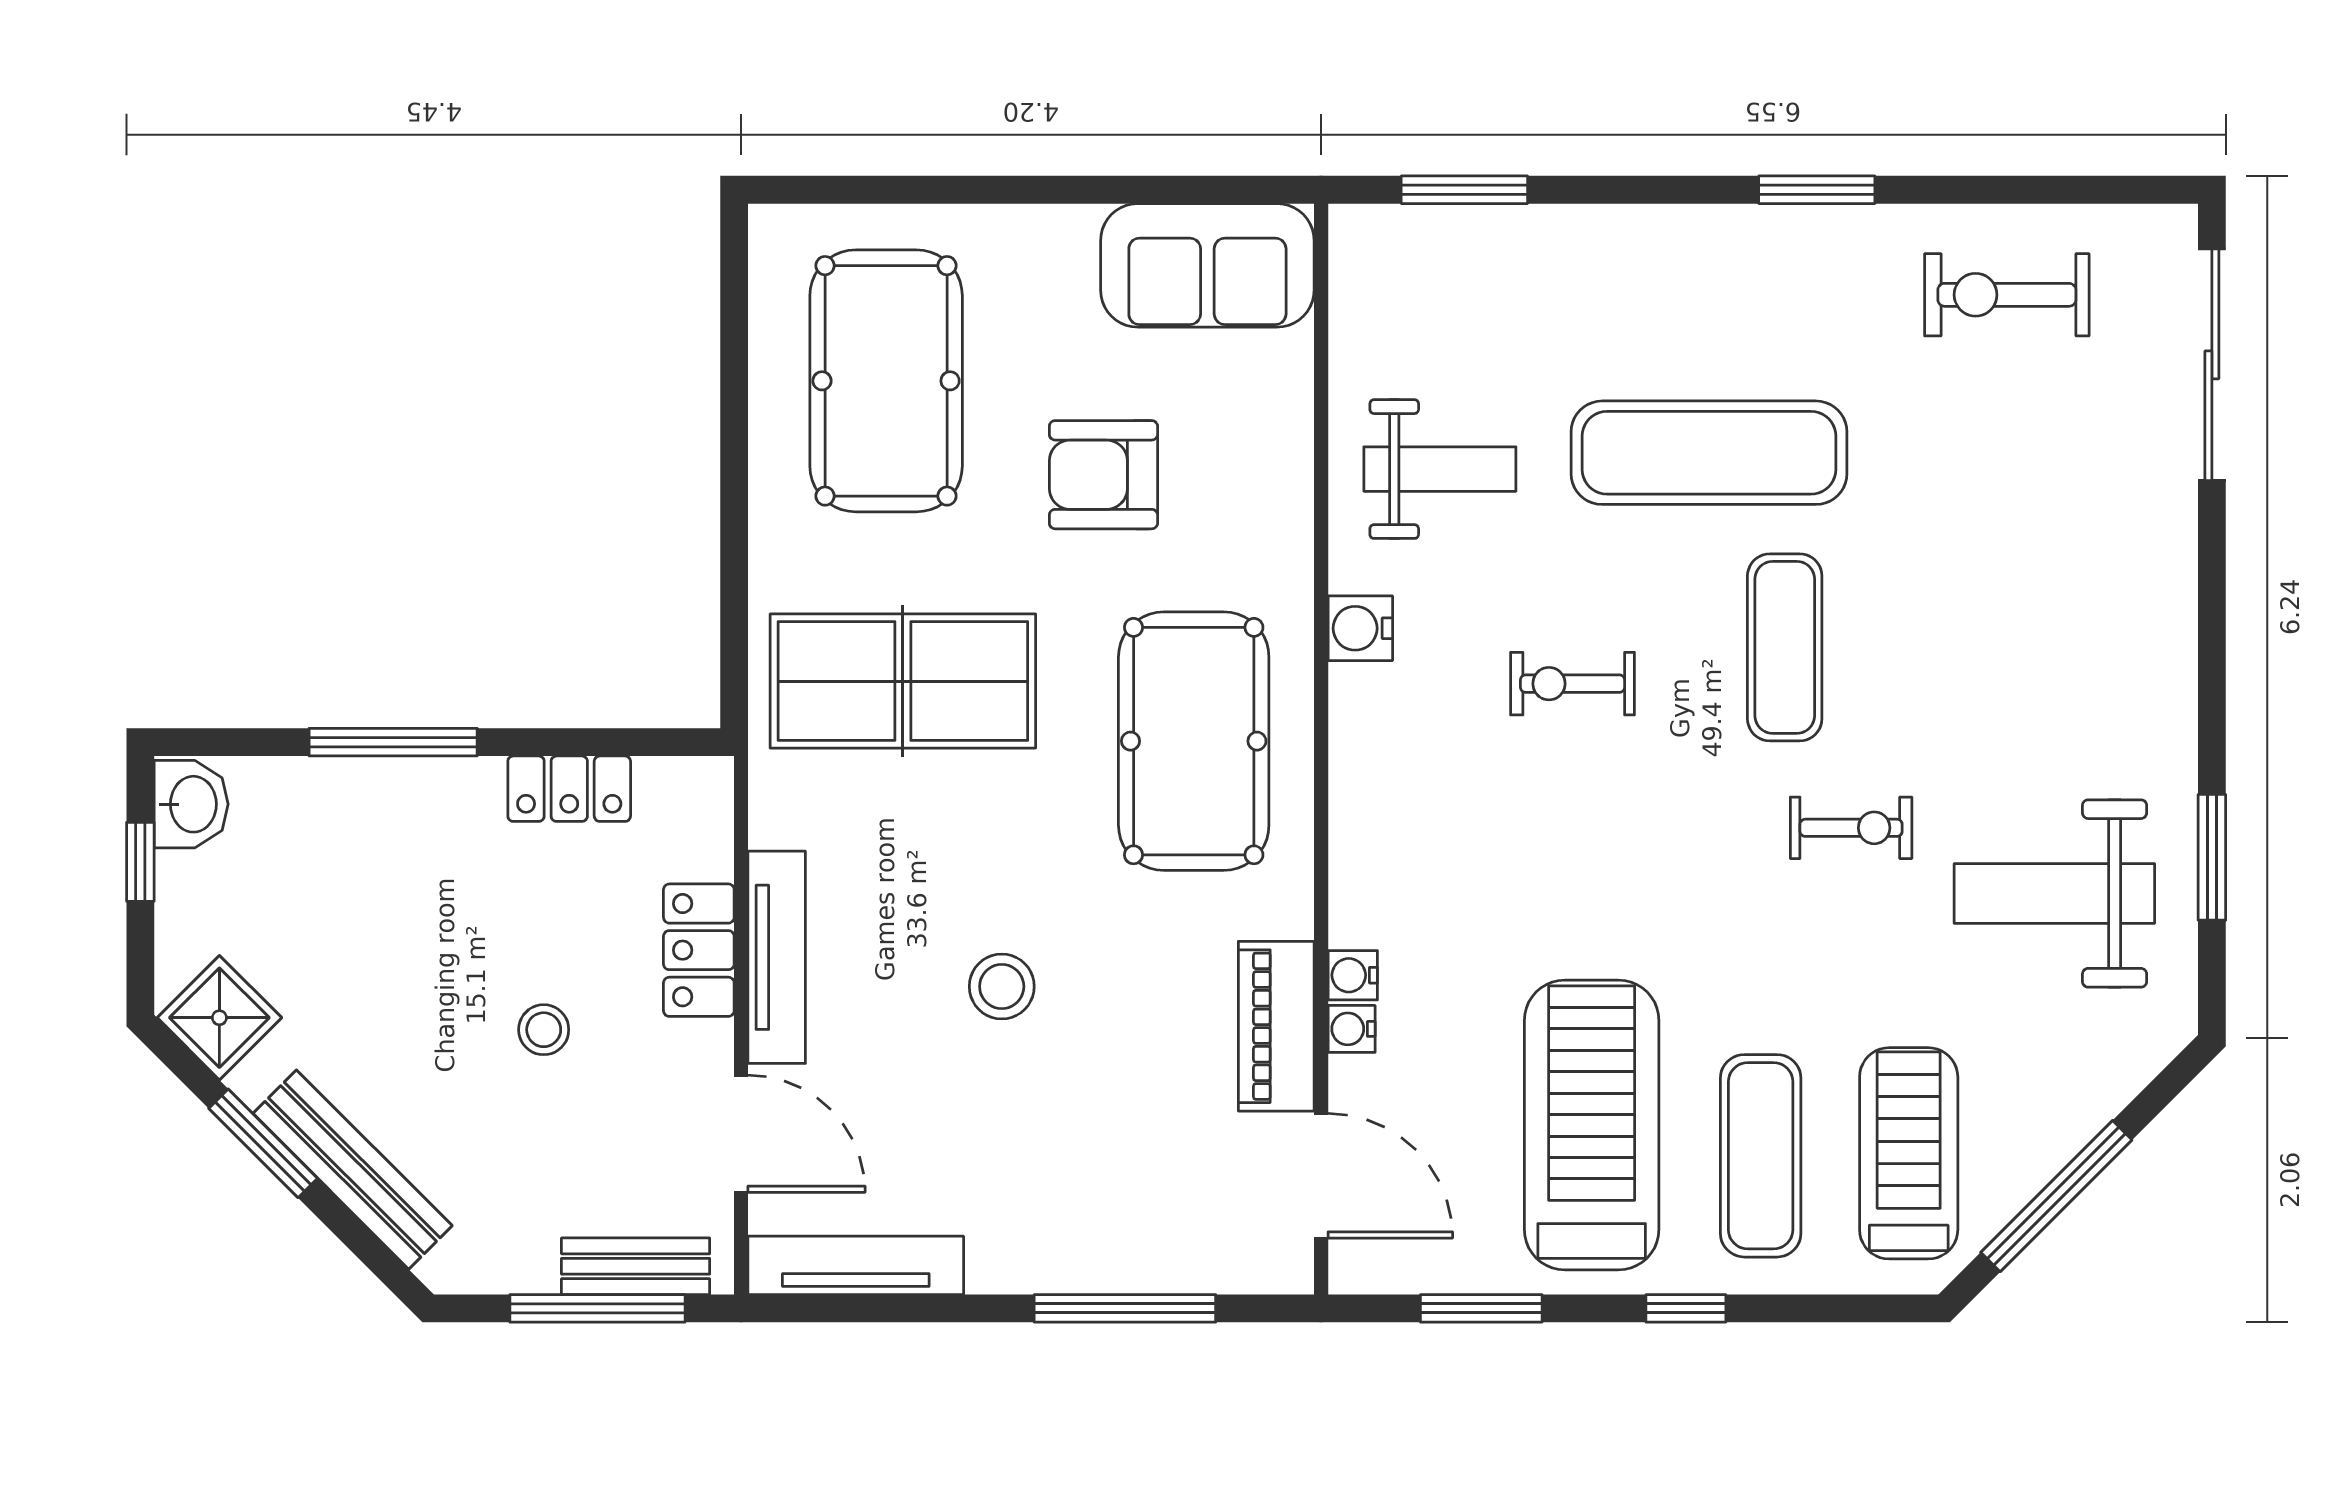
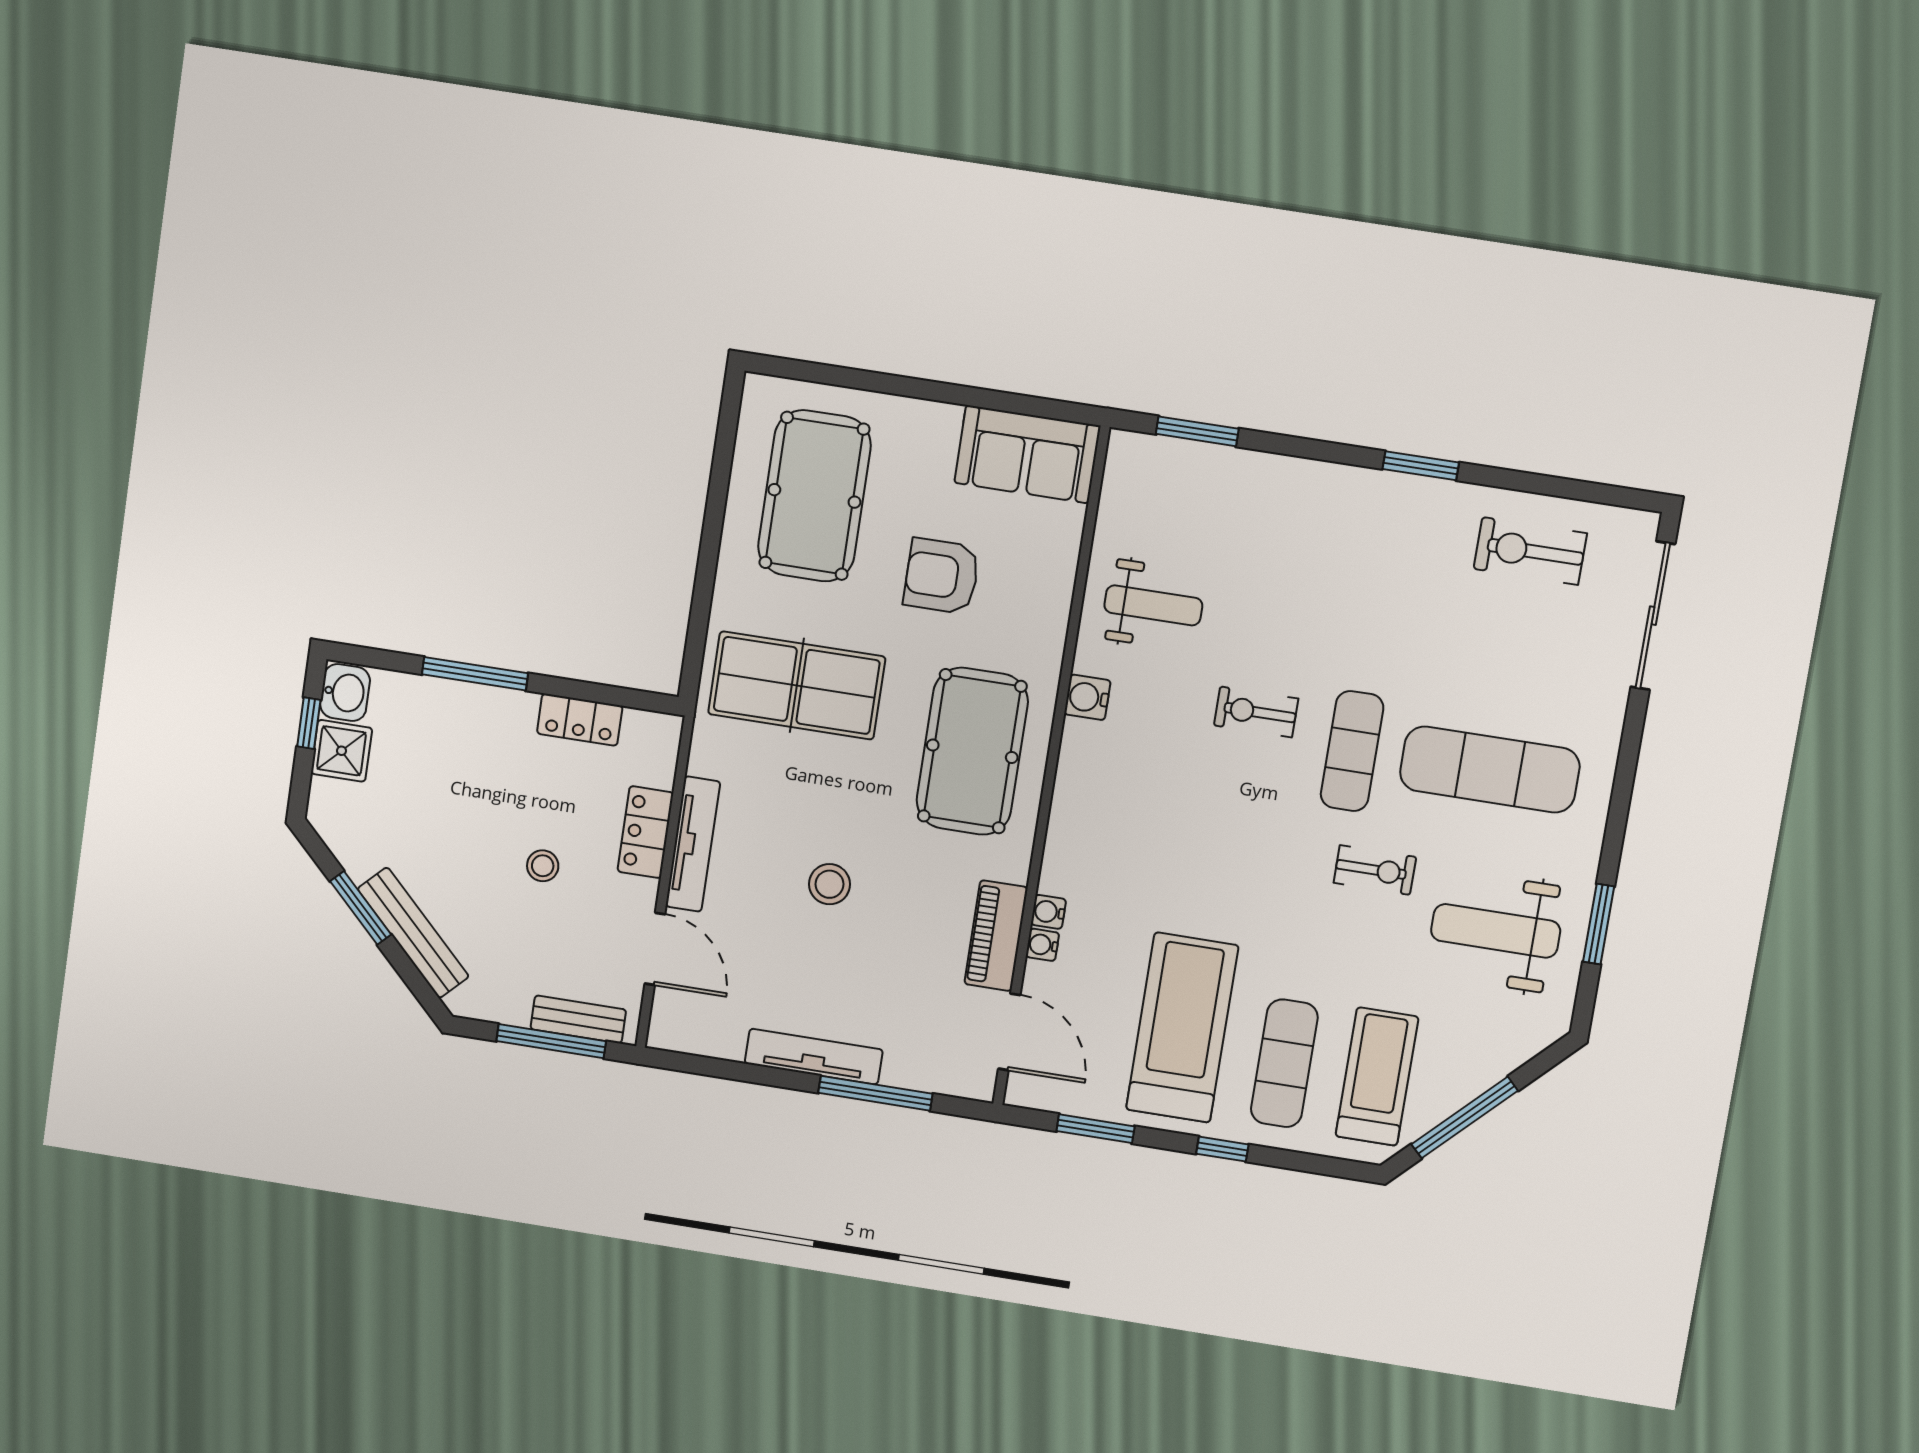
exercise mat: (1709, 453) -> (1490, 769), moved
exercise bike: (1573, 684) -> (1256, 712), moved
shower: (219, 1018) -> (342, 751), moved, turned 45
tv unit: (856, 1265) -> (814, 1057), moved

